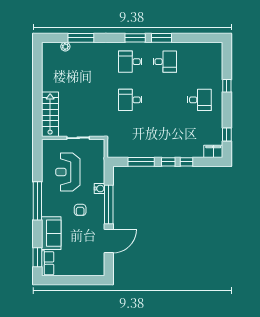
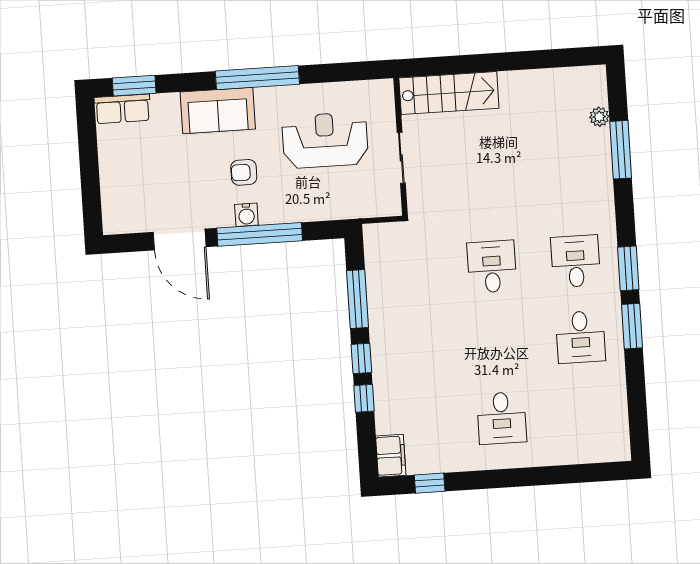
window: (227, 86) -> (536, 476), removed
water cooler: (99, 189) -> (246, 215), moved
sofa: (51, 233) -> (218, 111), moved

